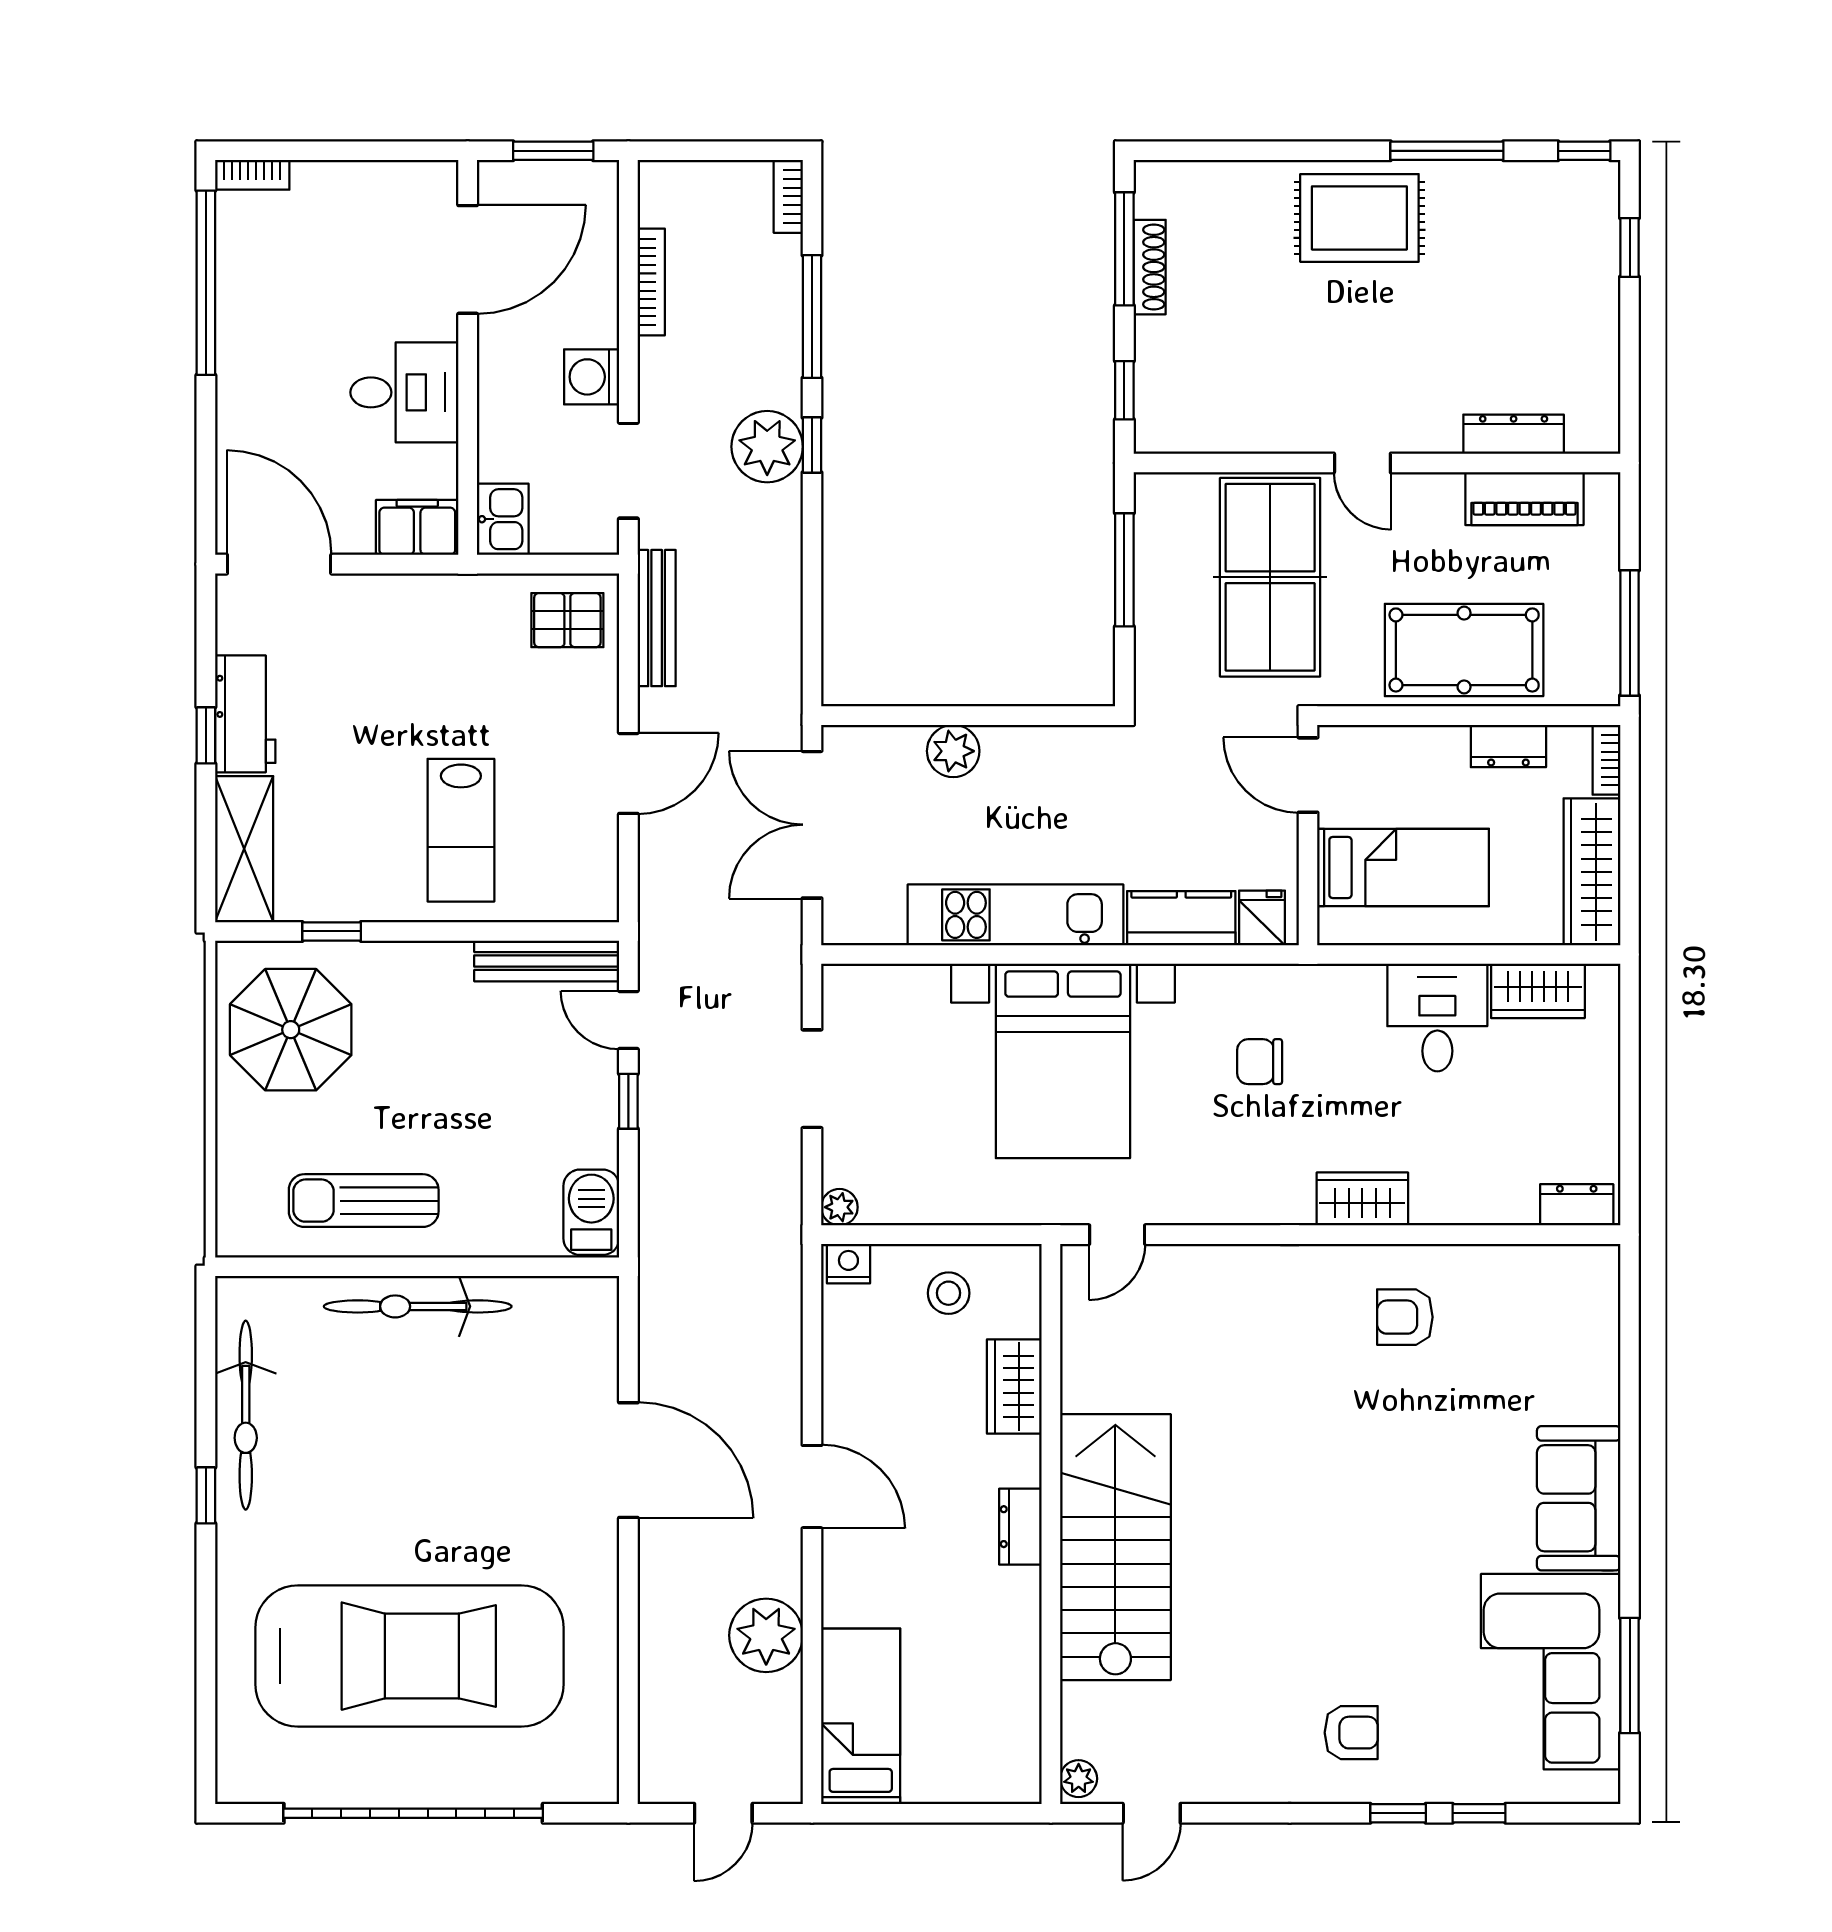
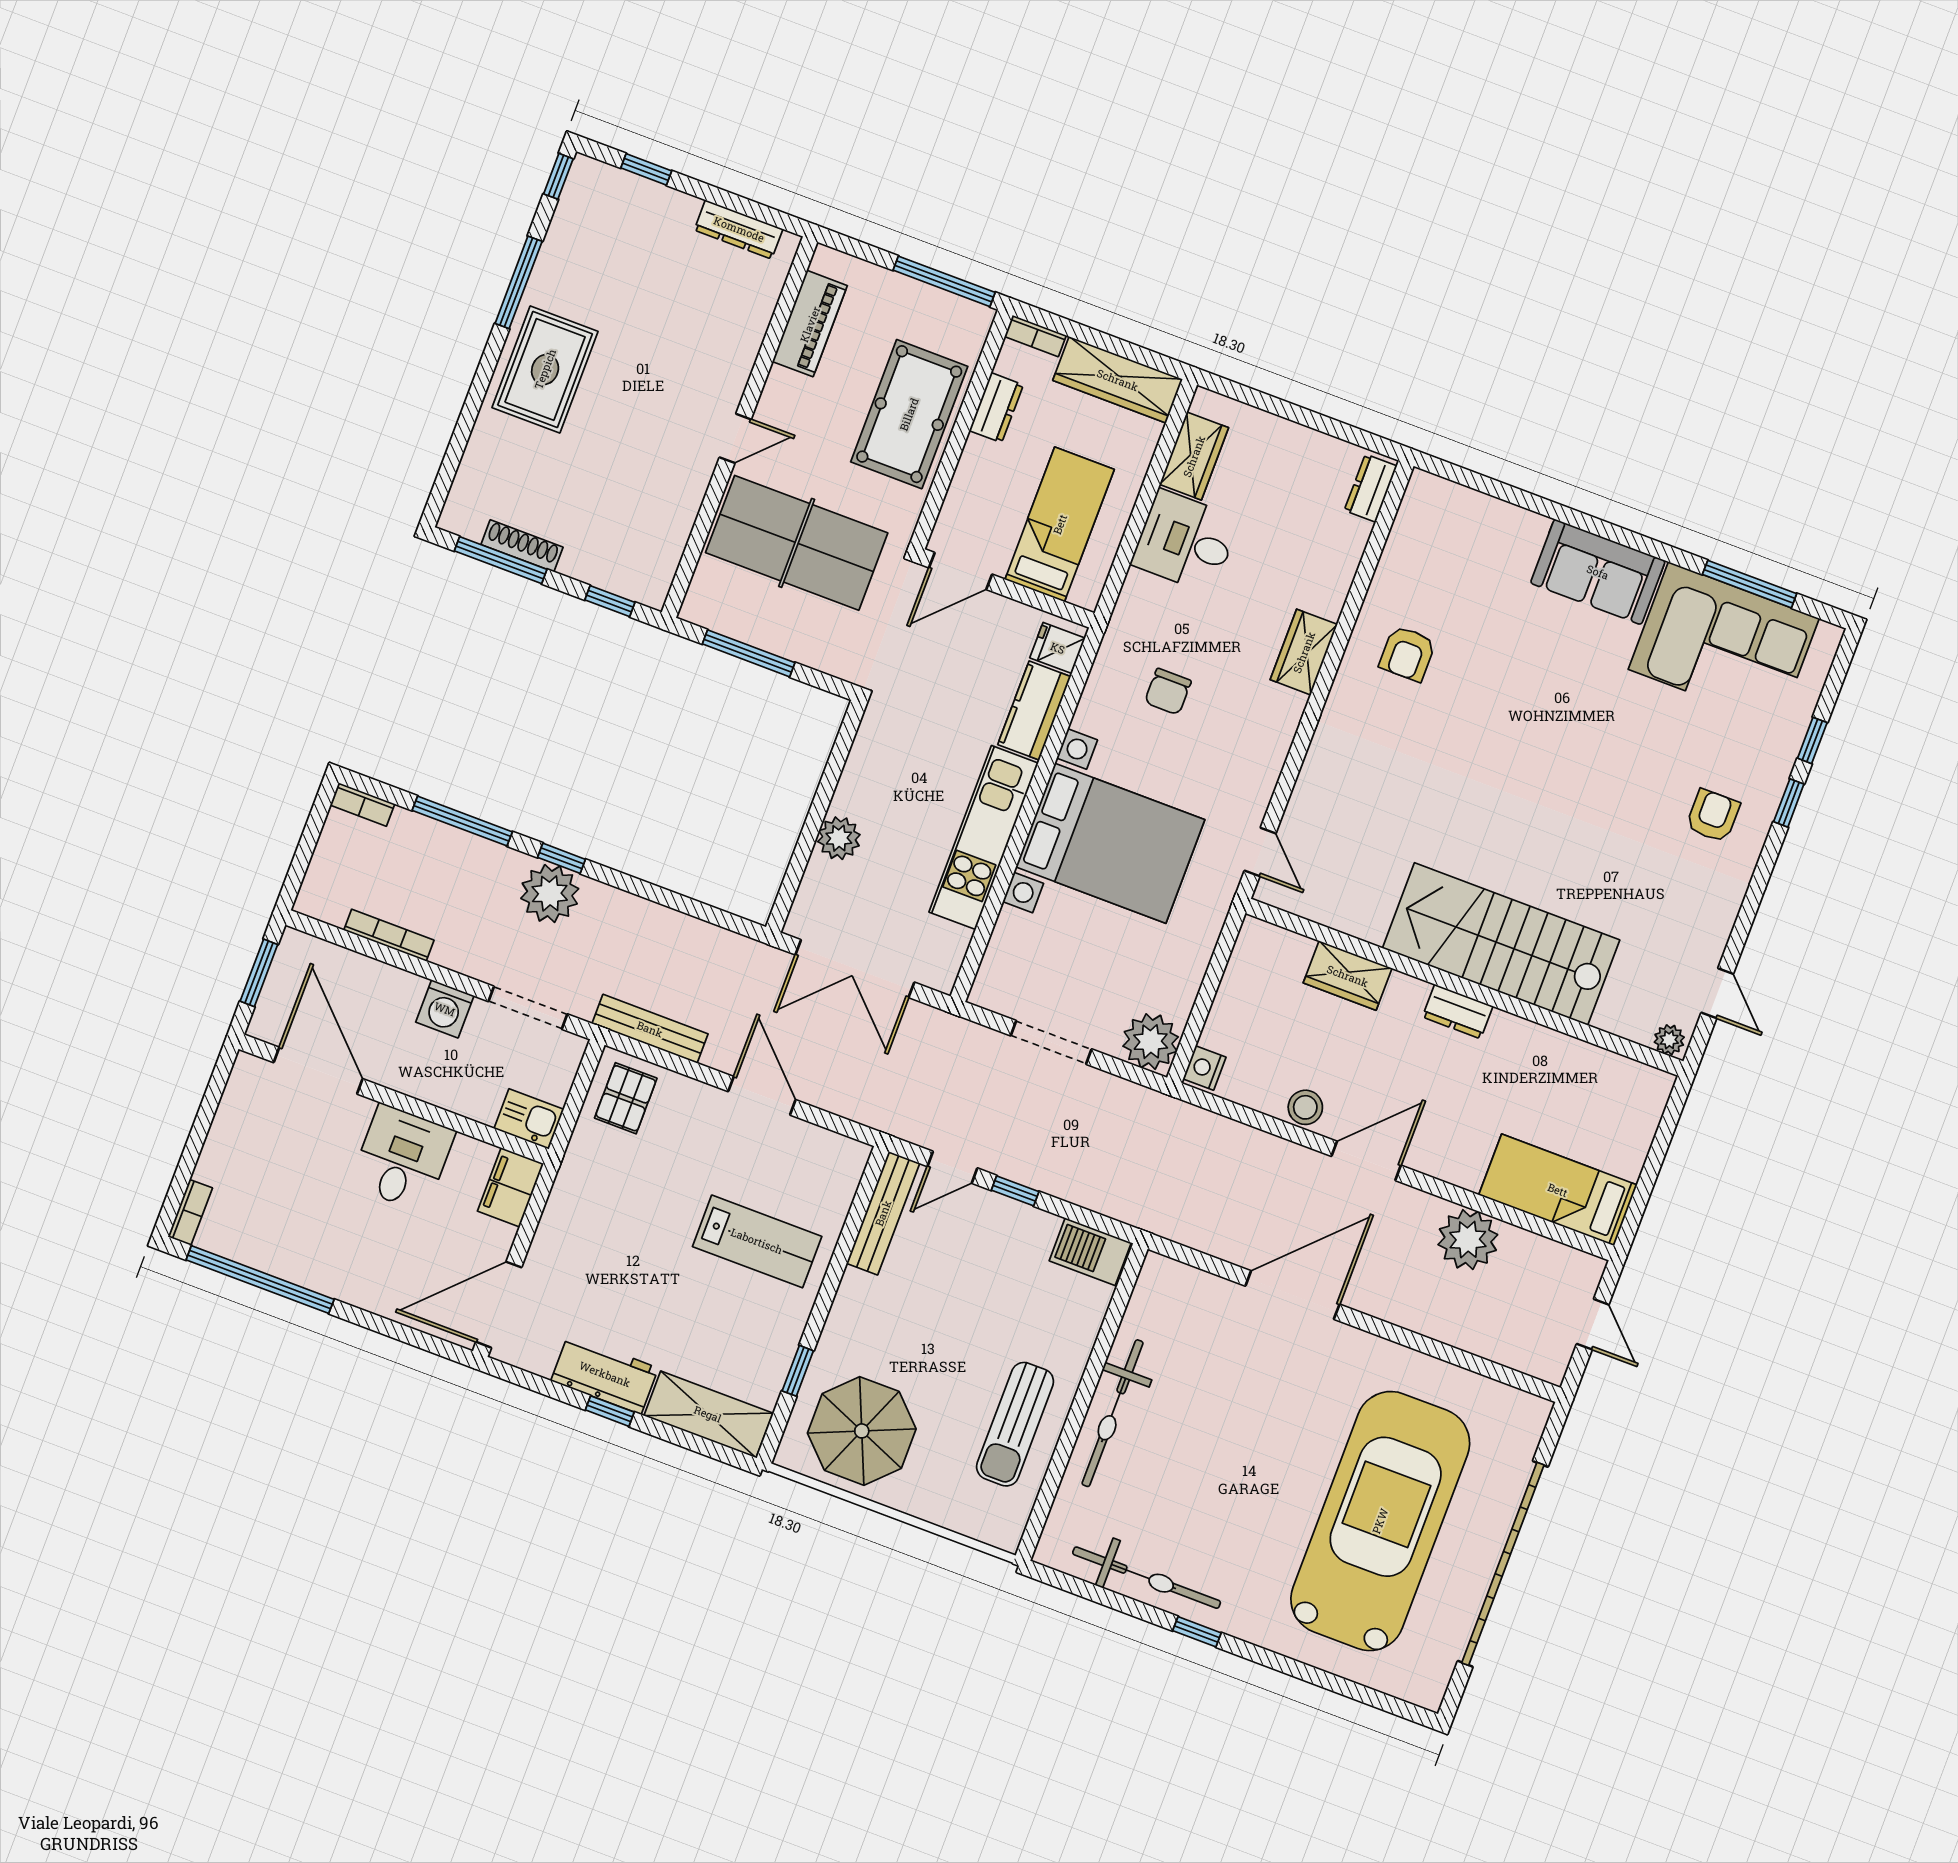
dresser: (1514, 434) -> (739, 229), moved, turned -90
plant: (839, 1207) -> (1151, 1042), width x1.88, depth x1.88
stool: (949, 1293) -> (1305, 1107), moved

